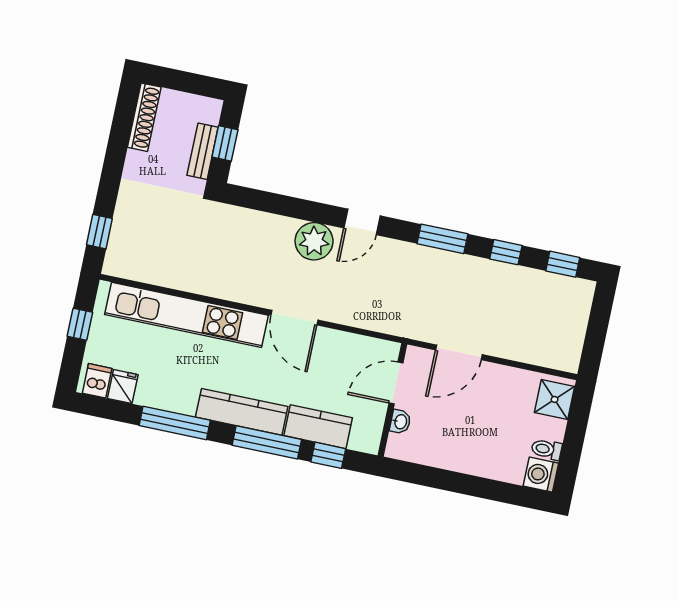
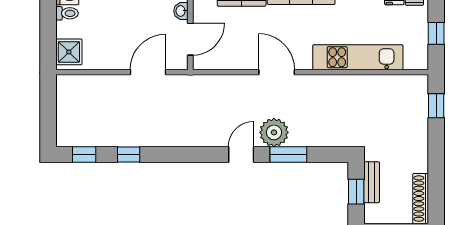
window: (442, 239) -> (288, 155), moved
kitchen unit: (186, 315) -> (358, 57), width x0.73

